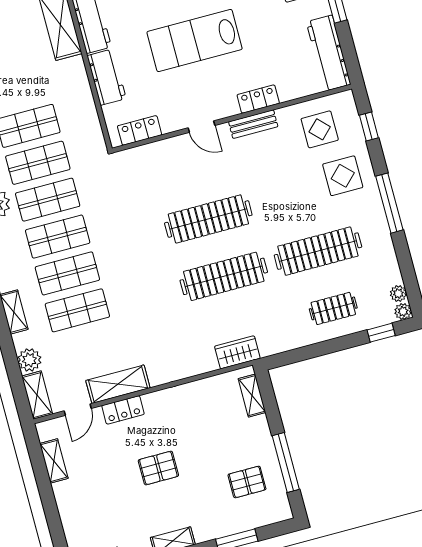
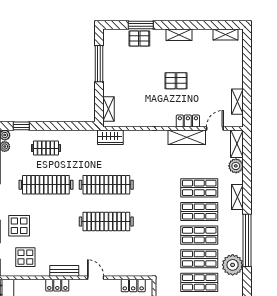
pallet: (247, 482) -> (139, 38), moved

